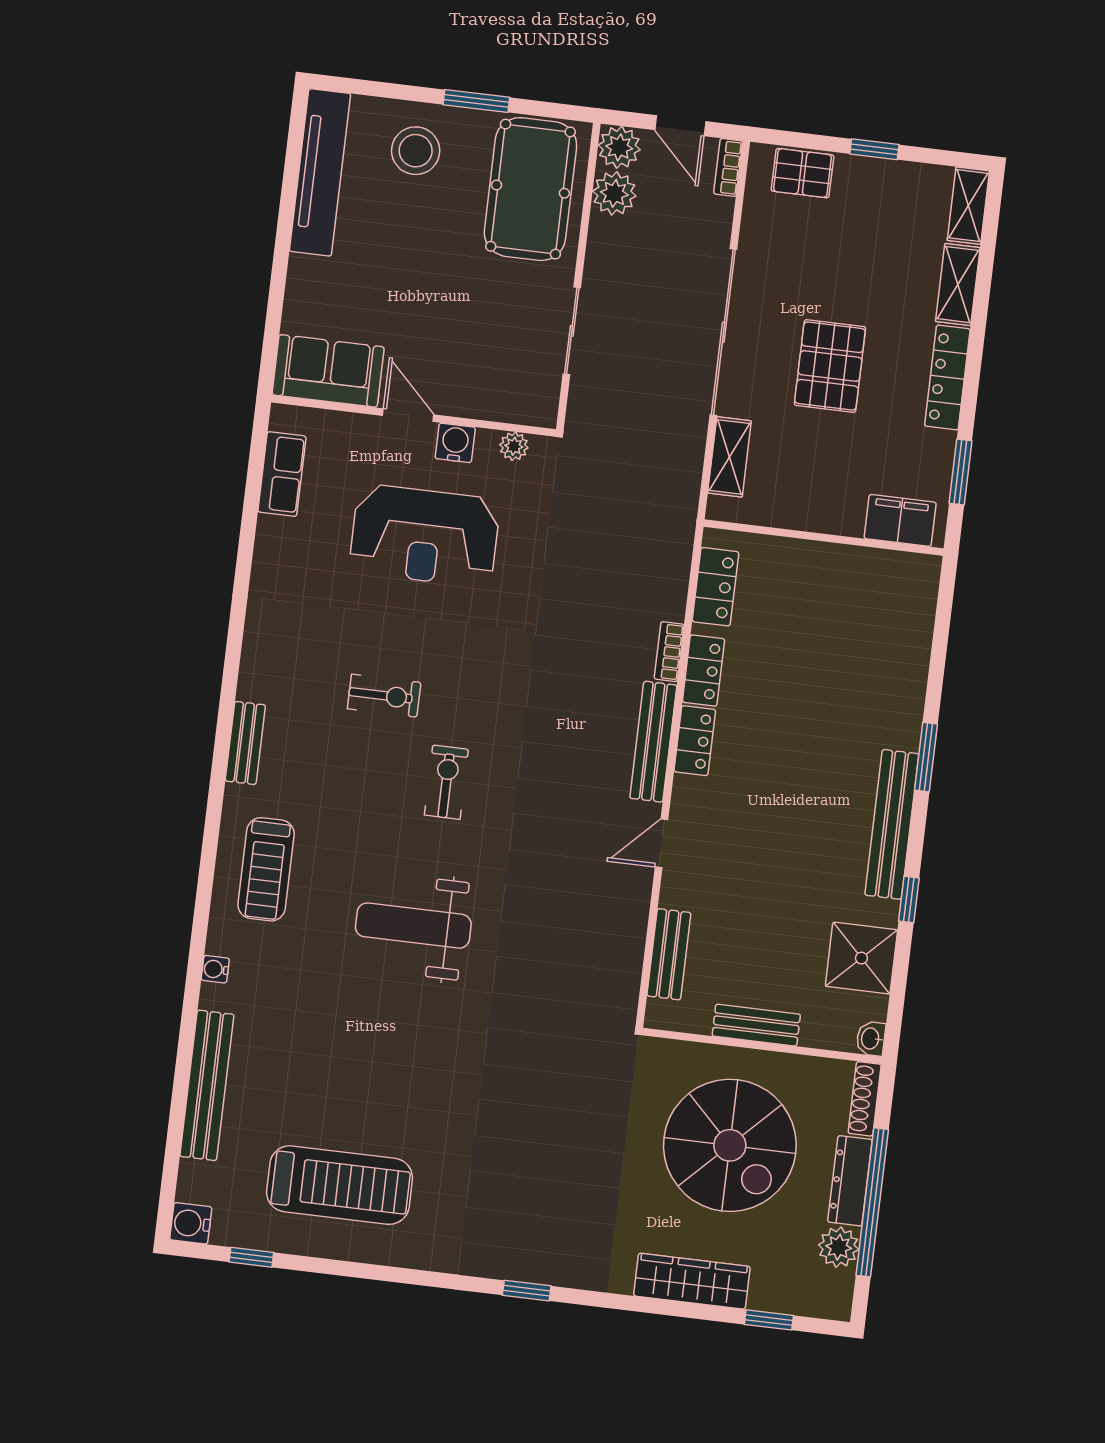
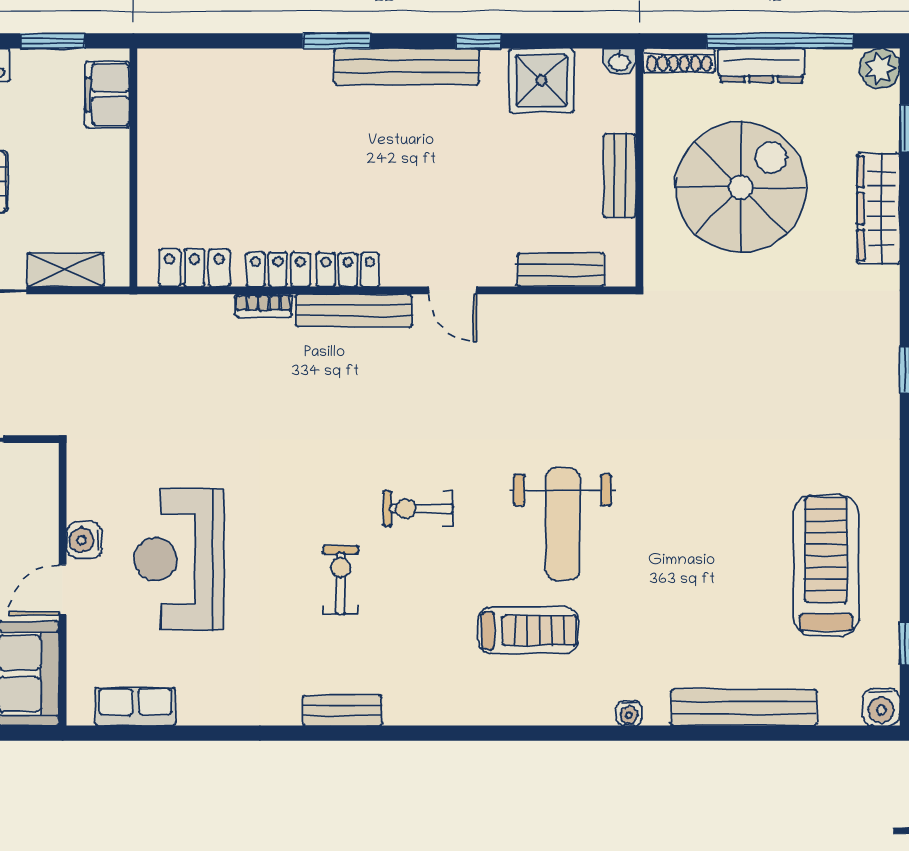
plant: (514, 446) -> (81, 482), removed
reception desk: (425, 536) -> (179, 559), turned 180
bench: (245, 743) -> (342, 710), moved
treadmill: (266, 869) -> (528, 630), moved
plant: (839, 1247) -> (880, 69), moved

